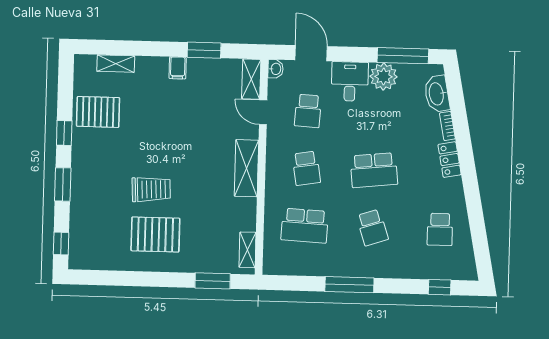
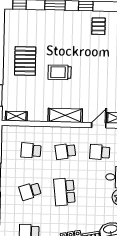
pallet: (98, 112) -> (98, 26), width x0.67, depth x0.71
trolley: (151, 189) -> (60, 72), moved, turned 93
school desk: (305, 226) -> (31, 151), width x0.54

